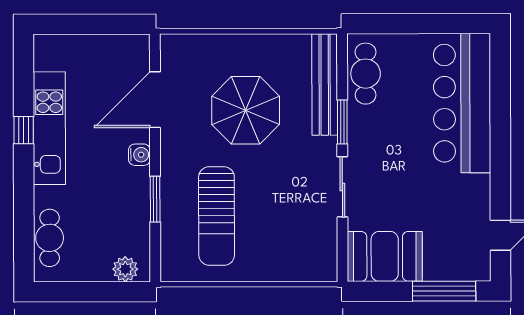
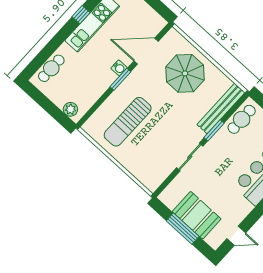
parasol: (246, 110) -> (185, 73), moved
window: (155, 199) -> (120, 79), moved
booth: (385, 256) -> (197, 215), moved
window: (444, 291) -> (183, 229), moved

